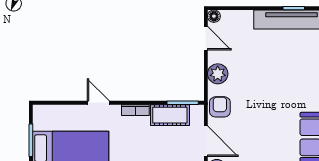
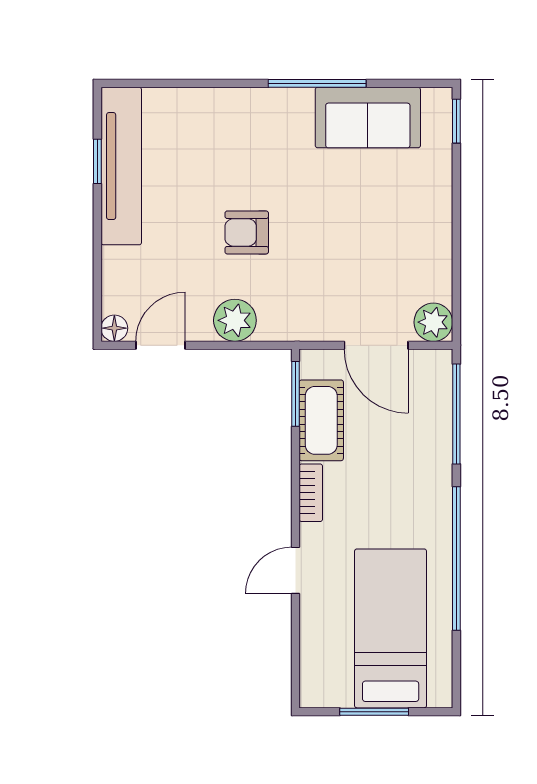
armchair: (220, 107) -> (247, 232), moved
door: (206, 141) -> (376, 345), swing flipped

